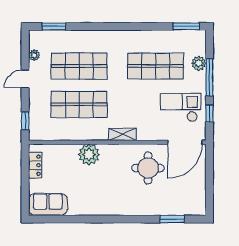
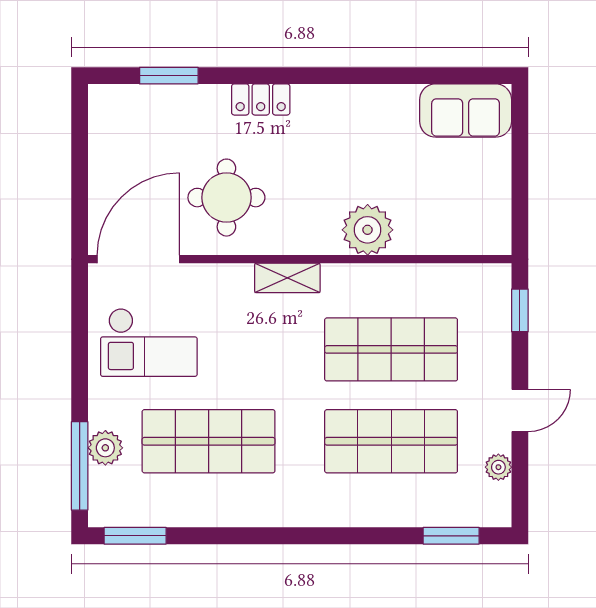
window: (209, 77) -> (80, 466), moved
window: (209, 114) -> (80, 328), removed
locker: (35, 165) -> (261, 99), moved, turned -90

